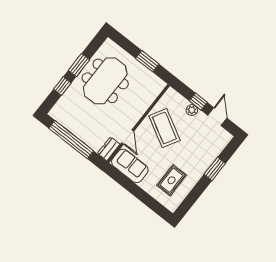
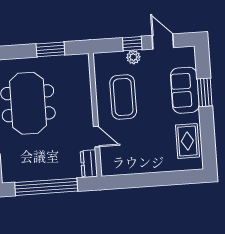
coffee table: (164, 128) -> (123, 97), turned 61
sofa: (130, 166) -> (185, 90), moved, turned -90
rug: (171, 180) -> (187, 141), moved

